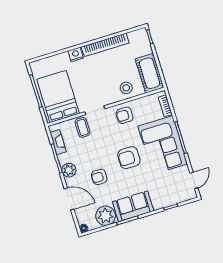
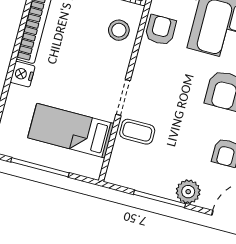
bed: (58, 96) -> (71, 131), width x0.67
armchair: (125, 115) -> (161, 30), moved, turned 180
fireplace: (58, 142) -> (137, 181), removed

